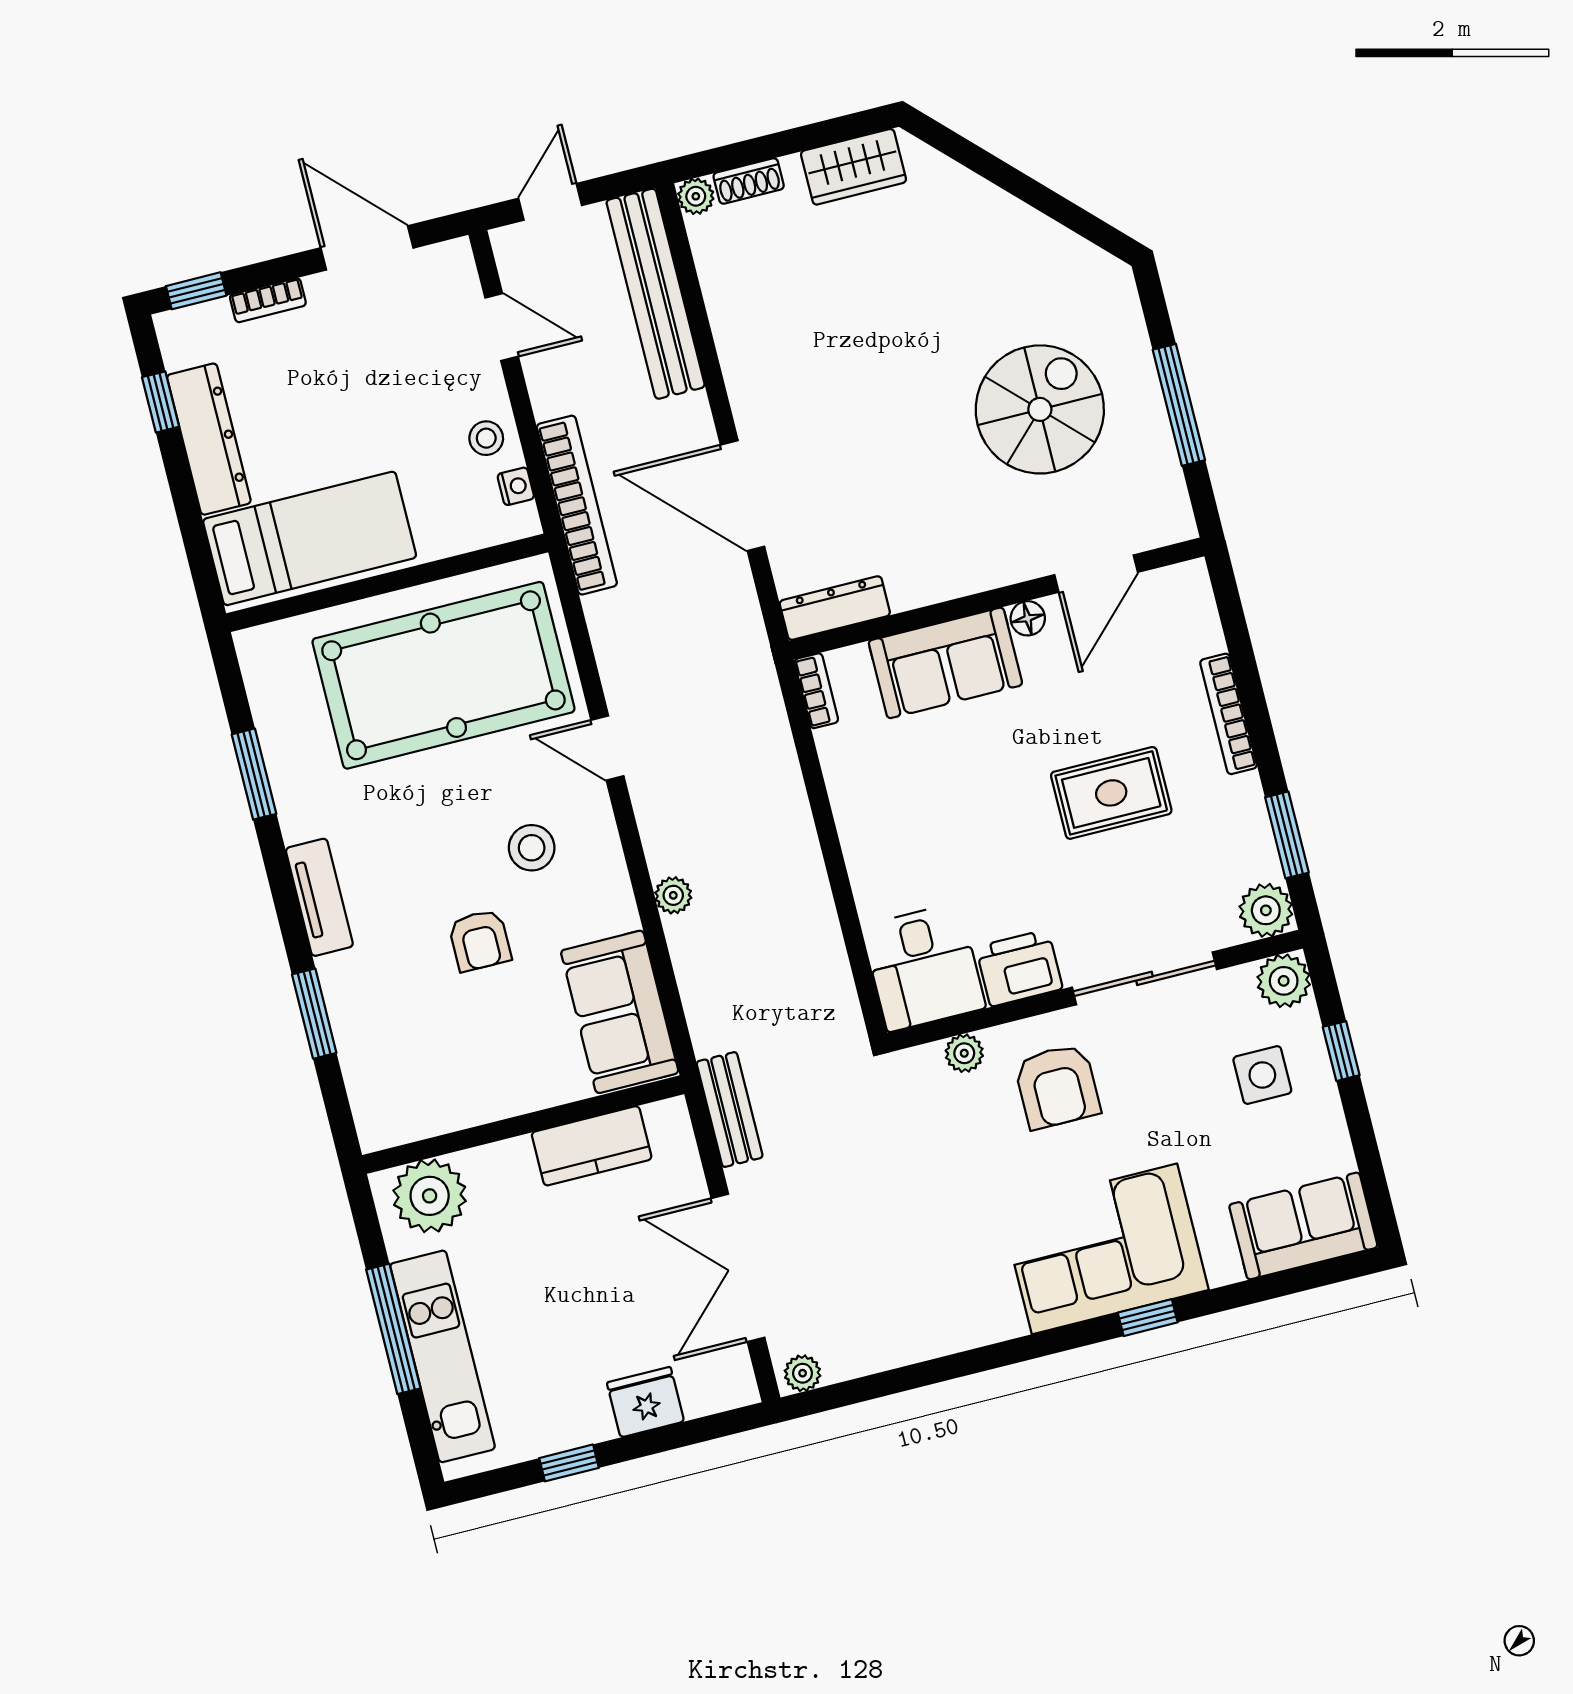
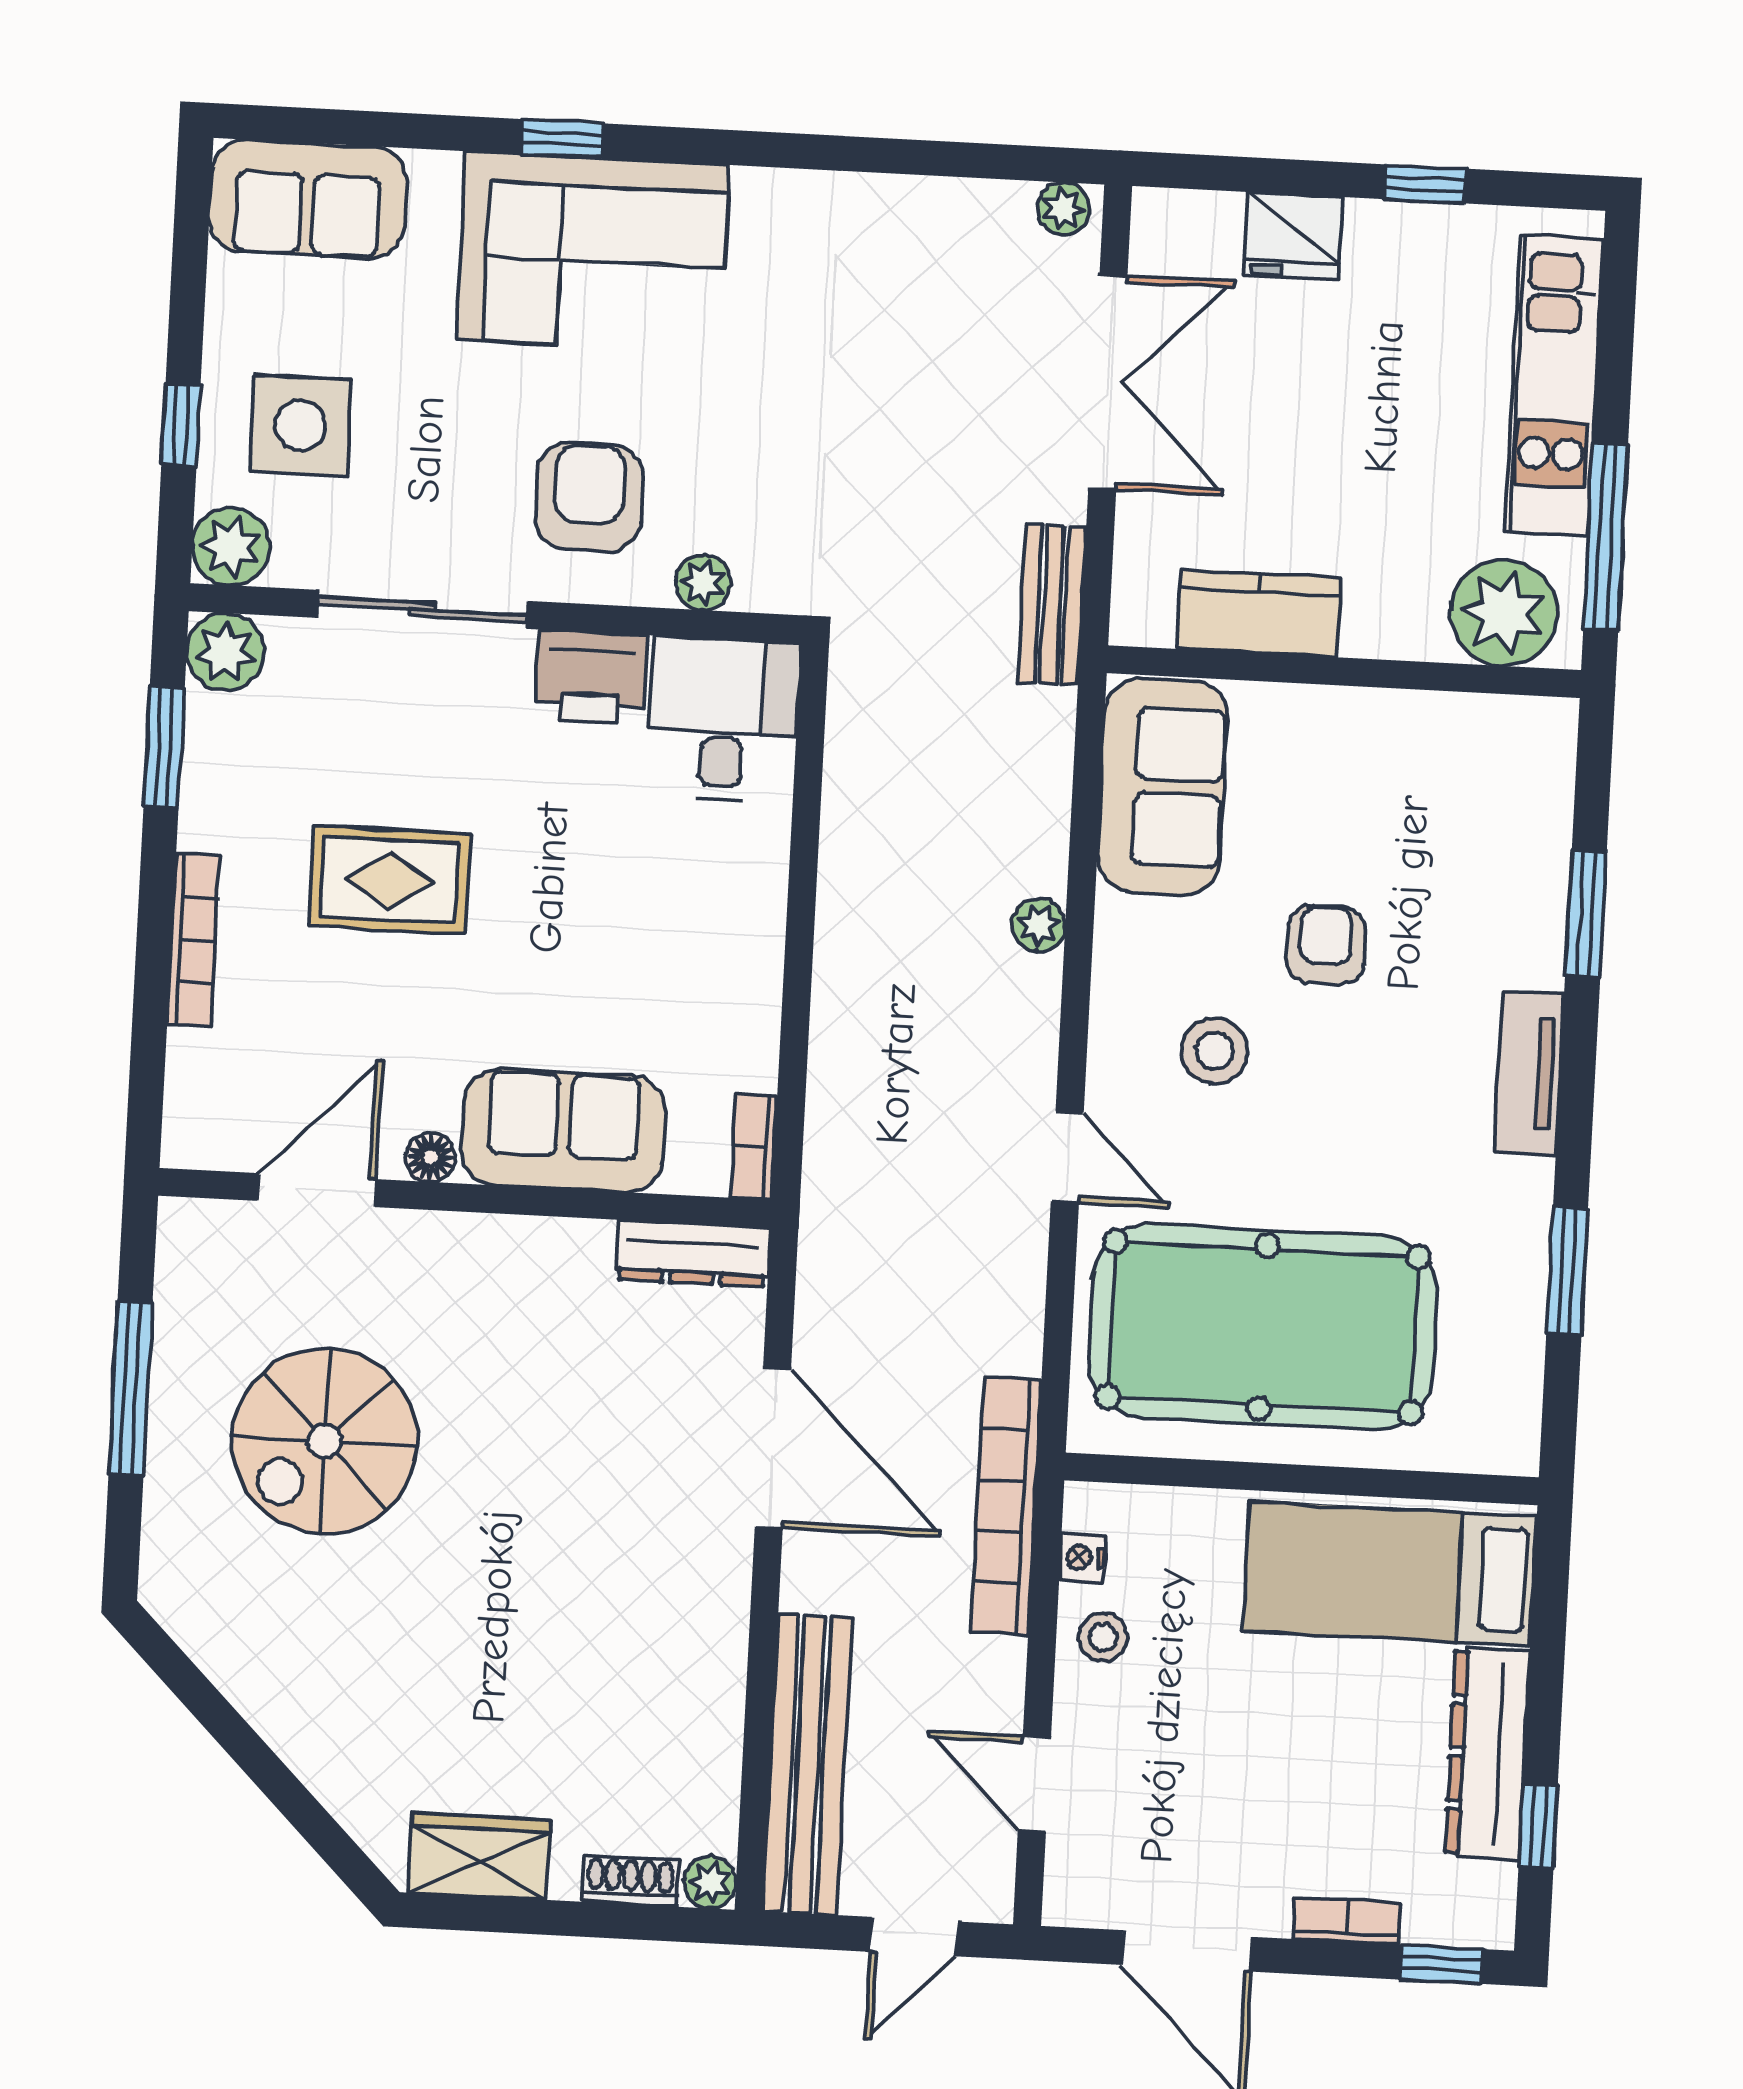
side table: (1262, 1075) -> (300, 426), width x1.37, depth x1.37
window: (393, 1329) -> (1606, 537), moved

